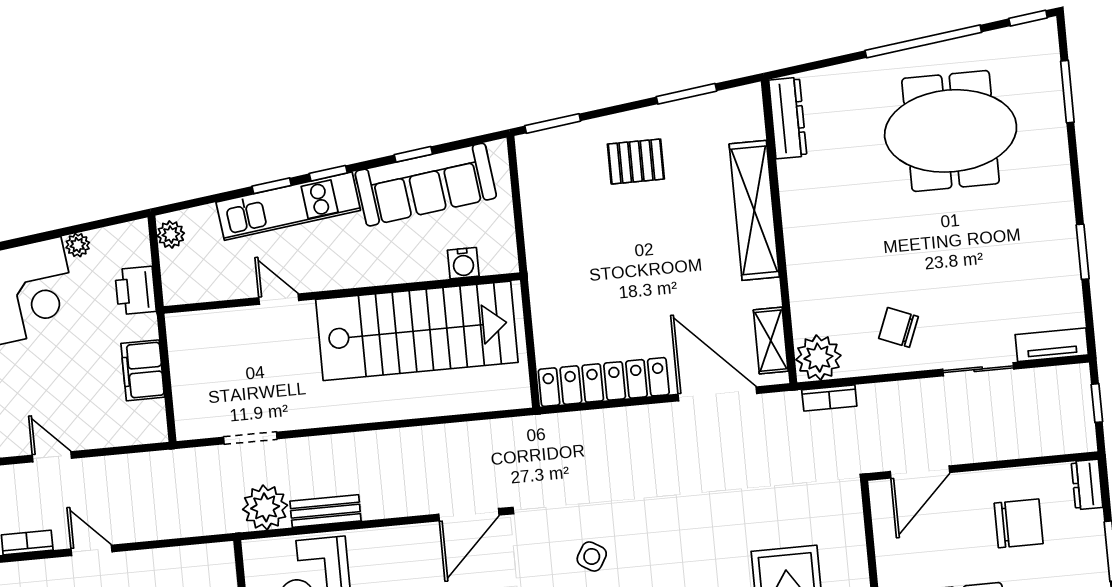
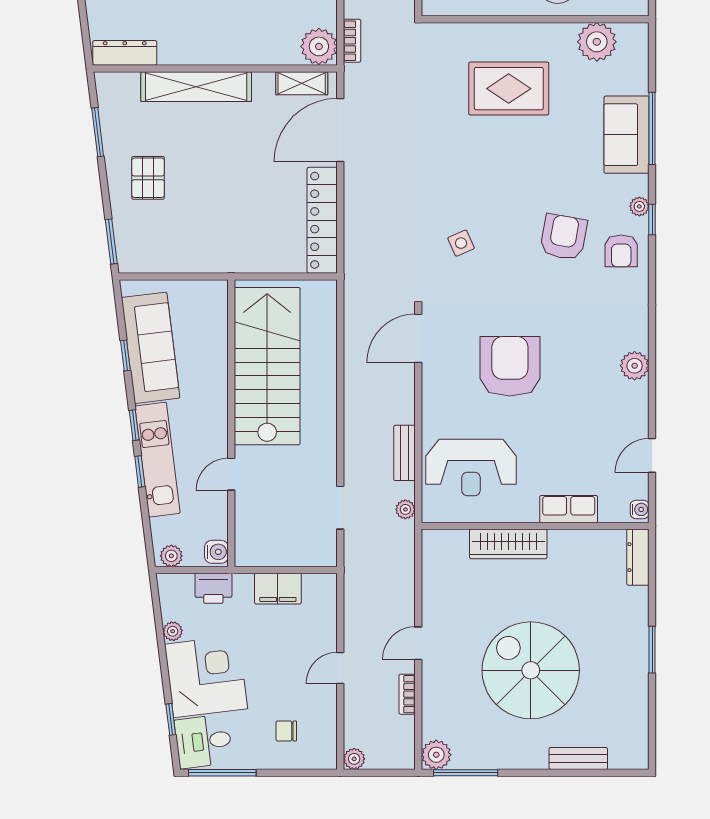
water cooler: (463, 263) -> (216, 552), moved
plant: (265, 507) -> (405, 509), width x0.53, depth x0.53
door: (469, 515) -> (418, 338), swing flipped
side table: (592, 556) -> (461, 243), turned 35

